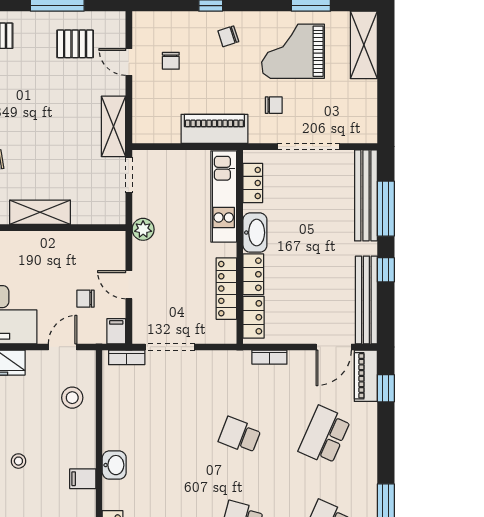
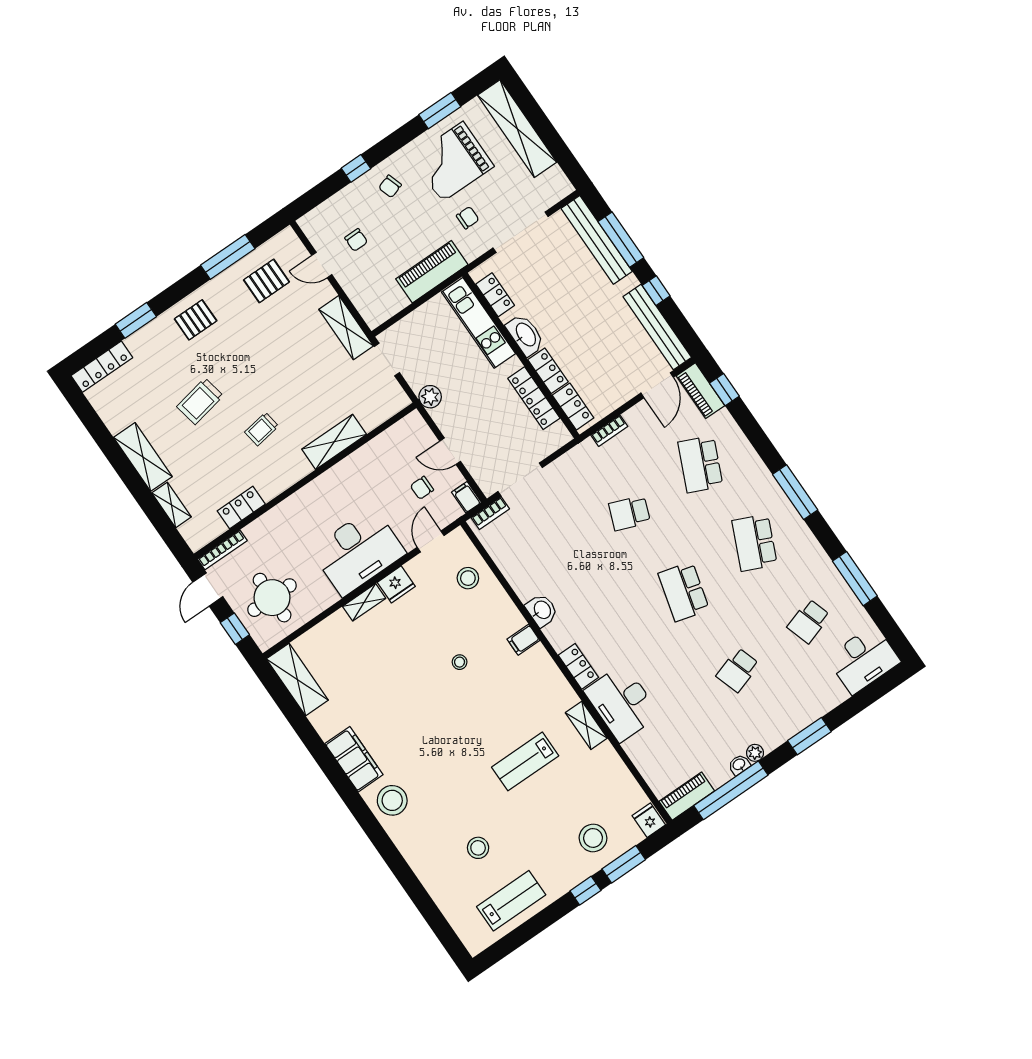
shelving: (364, 45) -> (517, 129), width x1.47

